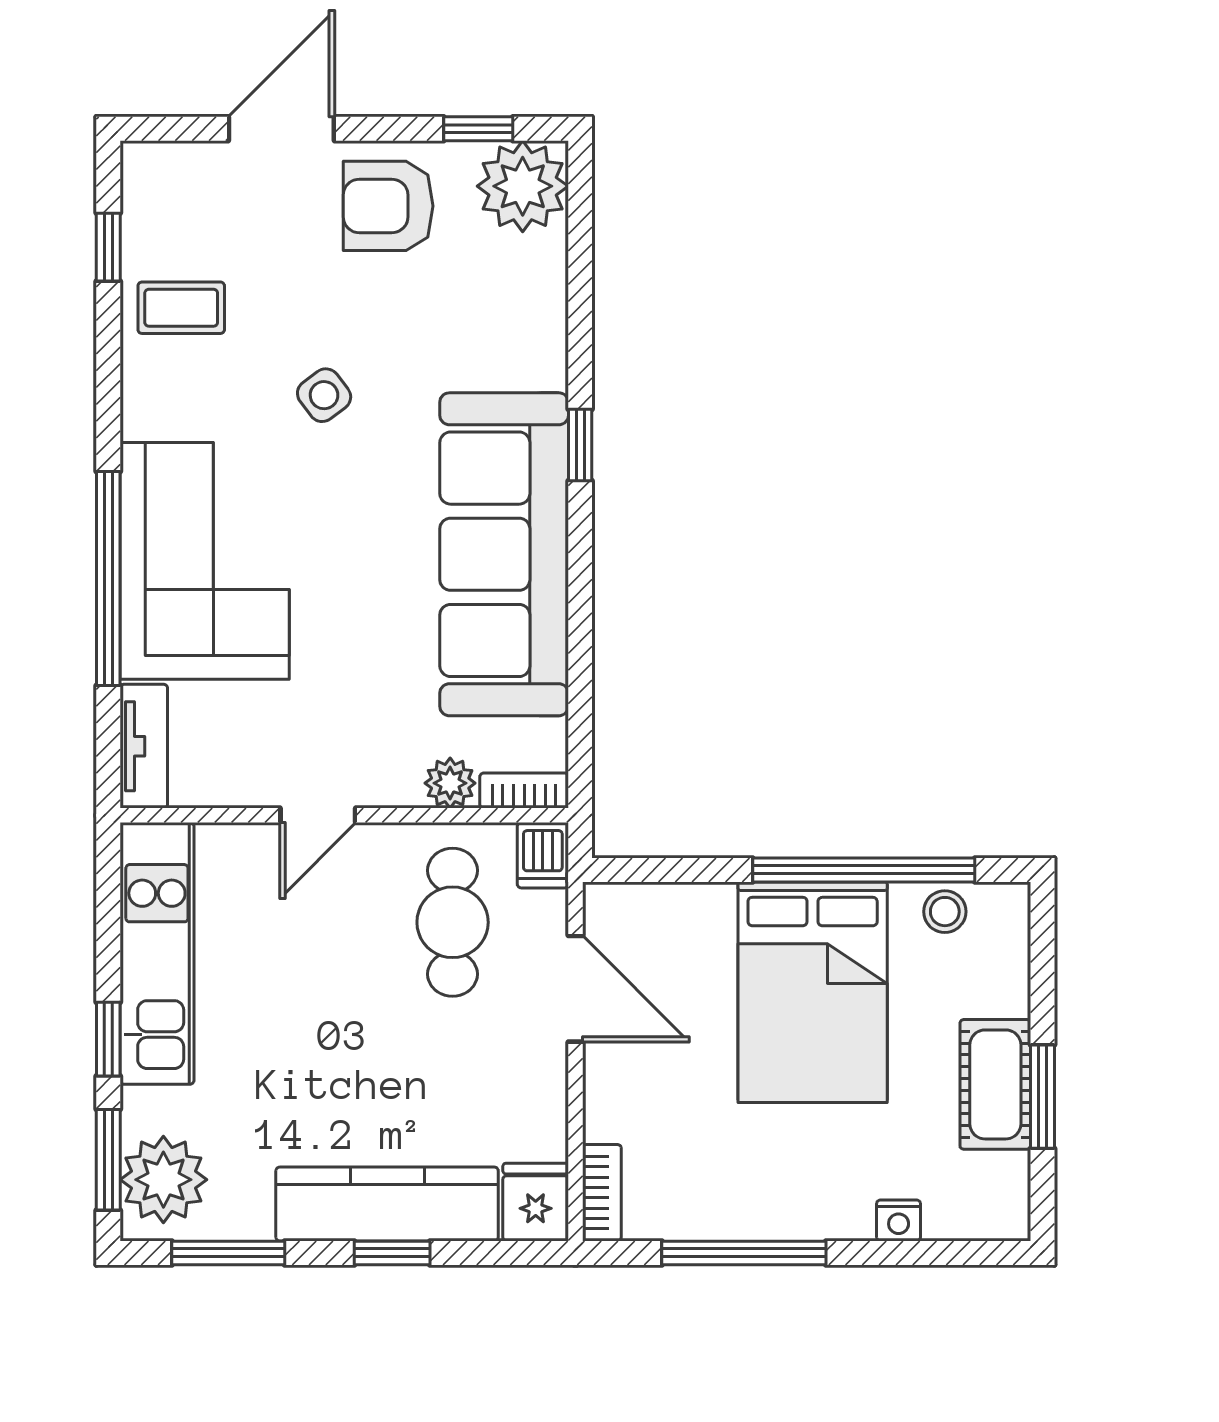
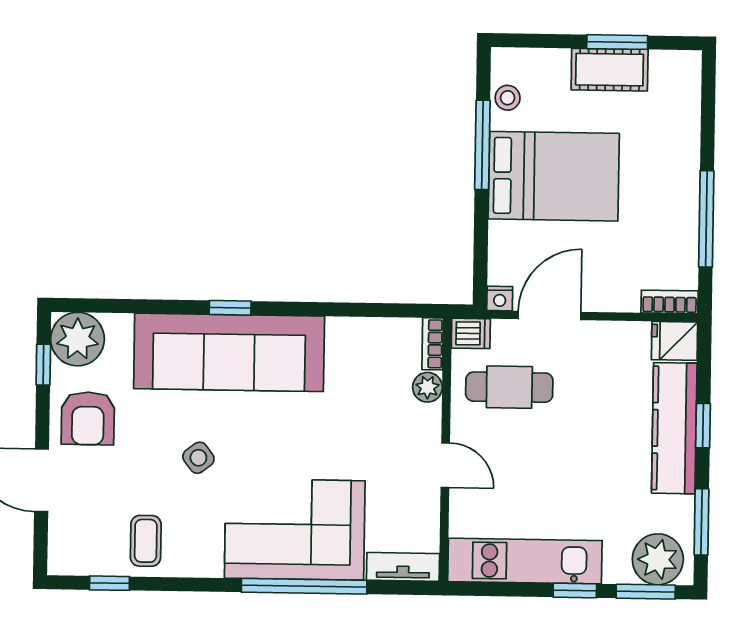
sofa: (504, 554) -> (229, 352), moved
window: (864, 870) -> (482, 145), width x0.68
nightstand: (899, 1220) -> (500, 298), moved, turned 90

